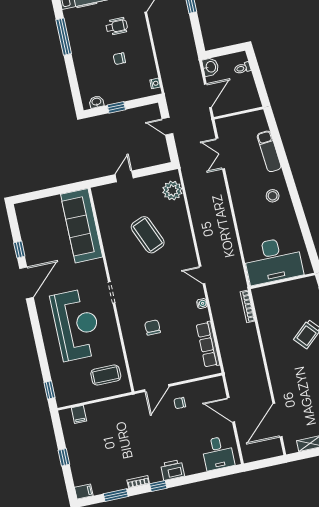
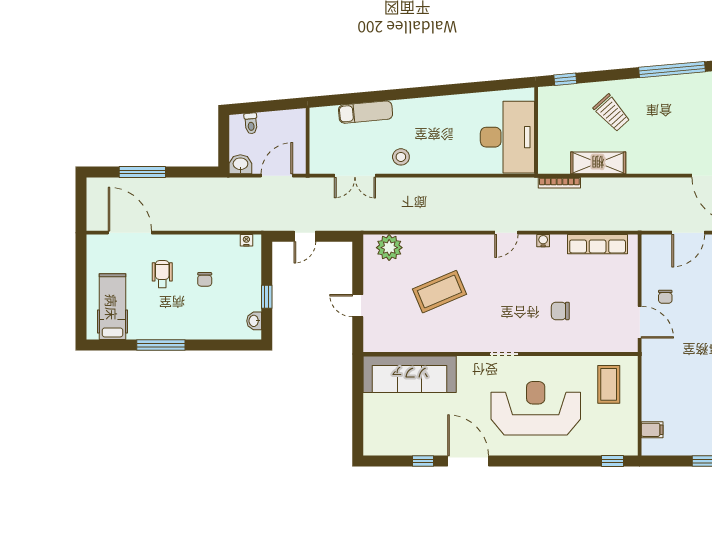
door: (208, 96) -> (277, 176), hinge flipped
stool: (273, 196) -> (401, 157), moved
shelving: (268, 332) -> (598, 163), added

